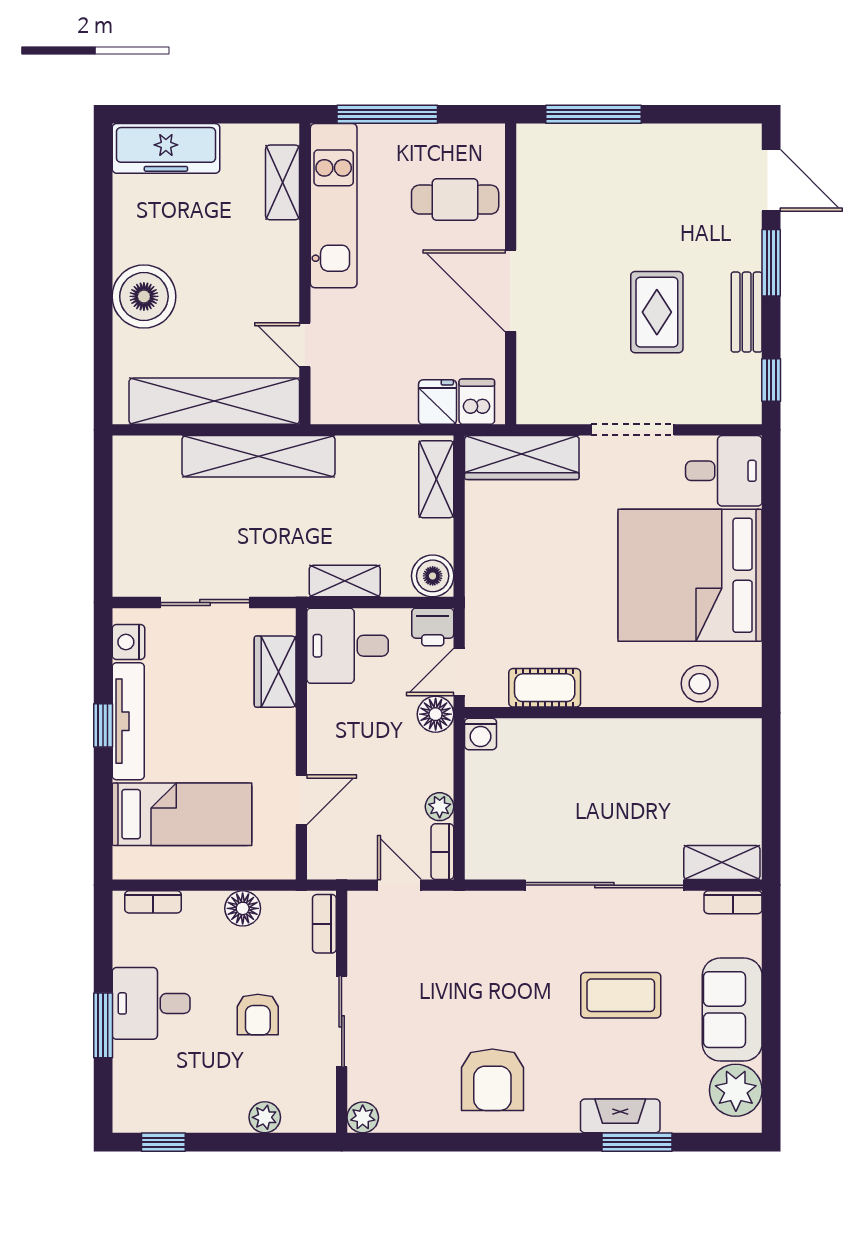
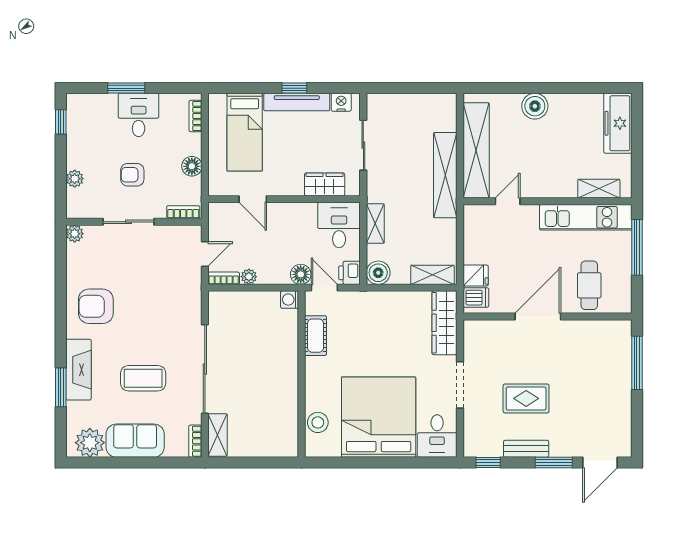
boiler: (144, 296) -> (535, 106), width x0.73, depth x0.73
coffee table: (621, 995) -> (143, 378), turned 90
fireplace: (620, 1116) -> (78, 370), width x1.37, depth x1.32

